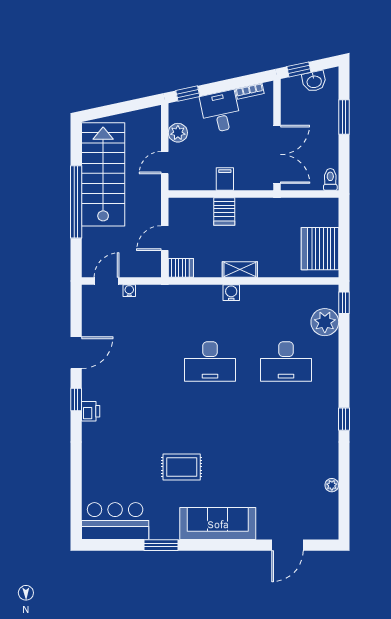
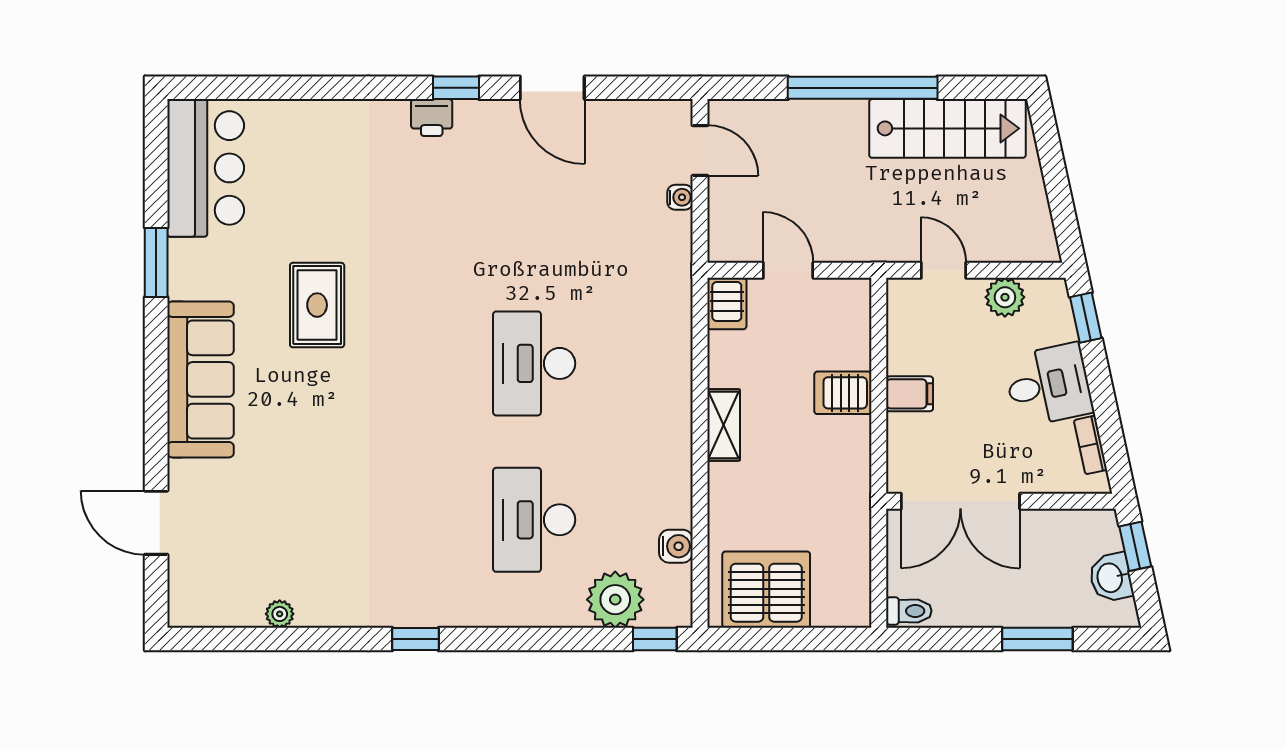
stairs: (103, 174) -> (947, 128), width x0.73, depth x0.66
water cooler: (231, 293) -> (676, 546), moved

